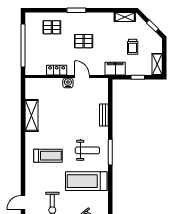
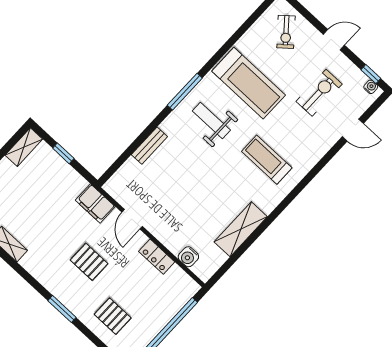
trolley: (133, 47) -> (34, 198), removed
filing cabinet: (115, 69) -> (95, 203), moved
water cooler: (68, 83) -> (188, 257), moved

